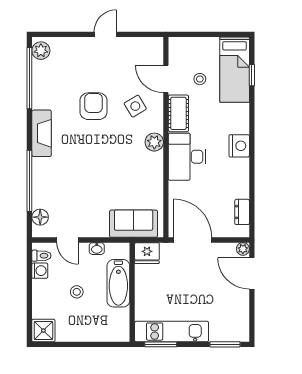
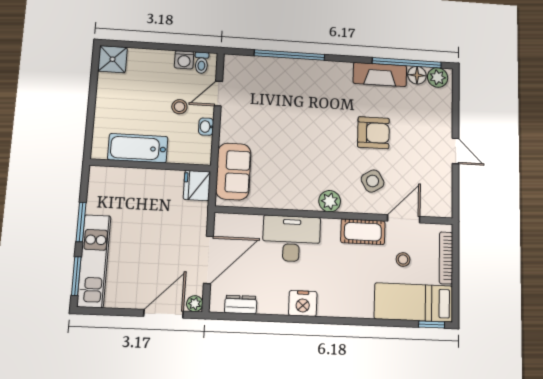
bookcase: (197, 43) -> (446, 258), added
window: (252, 75) -> (432, 324), moved
fireplace: (42, 133) -> (380, 74), moved
nightstand: (239, 146) -> (303, 303), moved
desk: (187, 157) -> (291, 239), moved
floor lamp: (40, 217) -> (417, 75), moved
door: (193, 240) -> (208, 260), moved
bathtub: (118, 283) -> (138, 148), moved
stool: (77, 292) -> (179, 107), moved
kitchen unit: (172, 332) -> (94, 261), moved
window: (161, 344) -> (81, 222), moved

